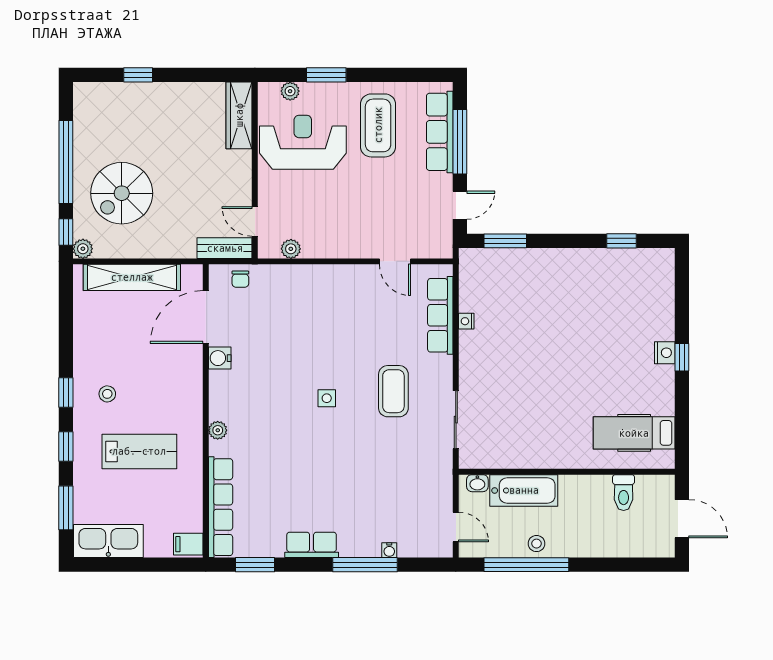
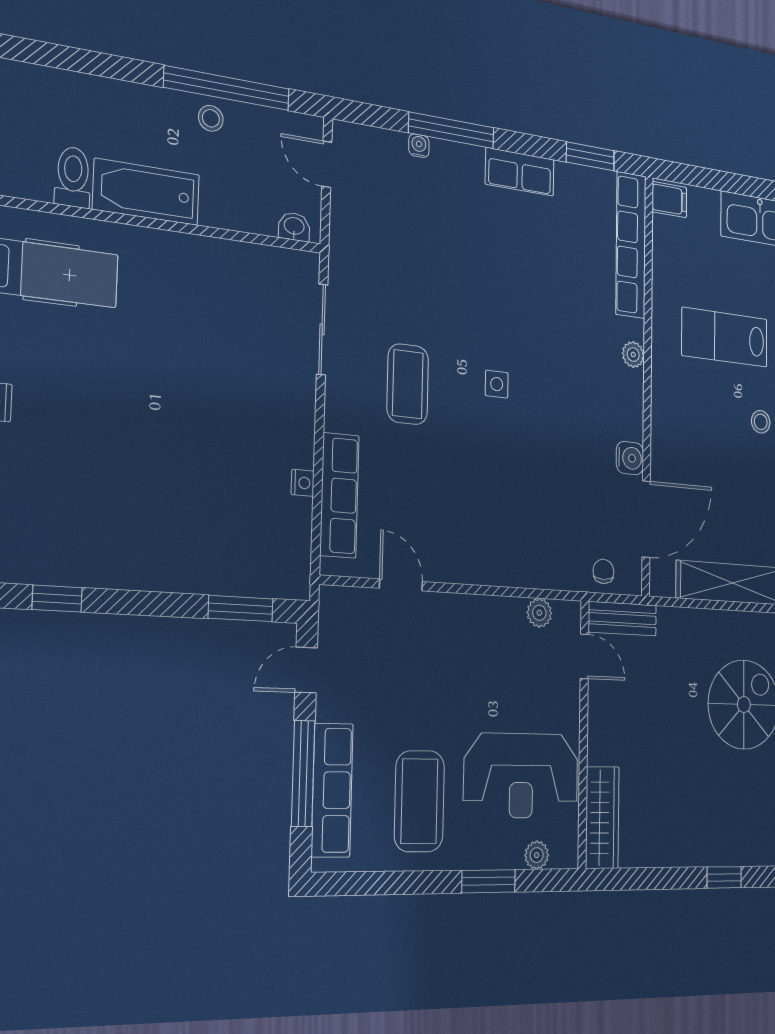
bathtub: (524, 490) -> (146, 192), moved

